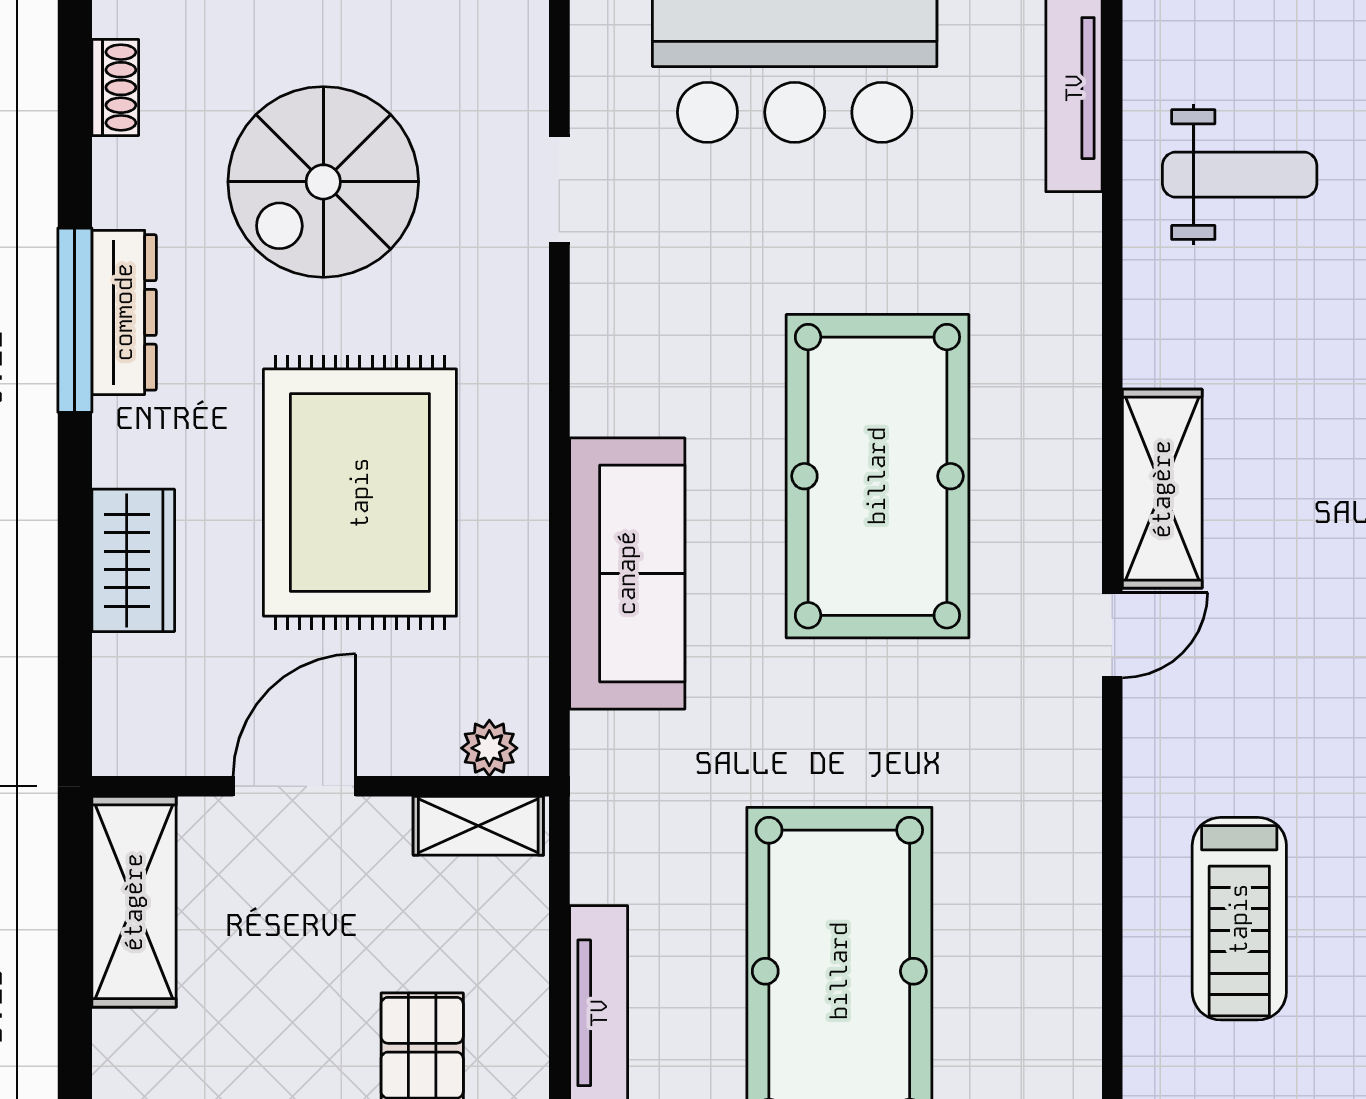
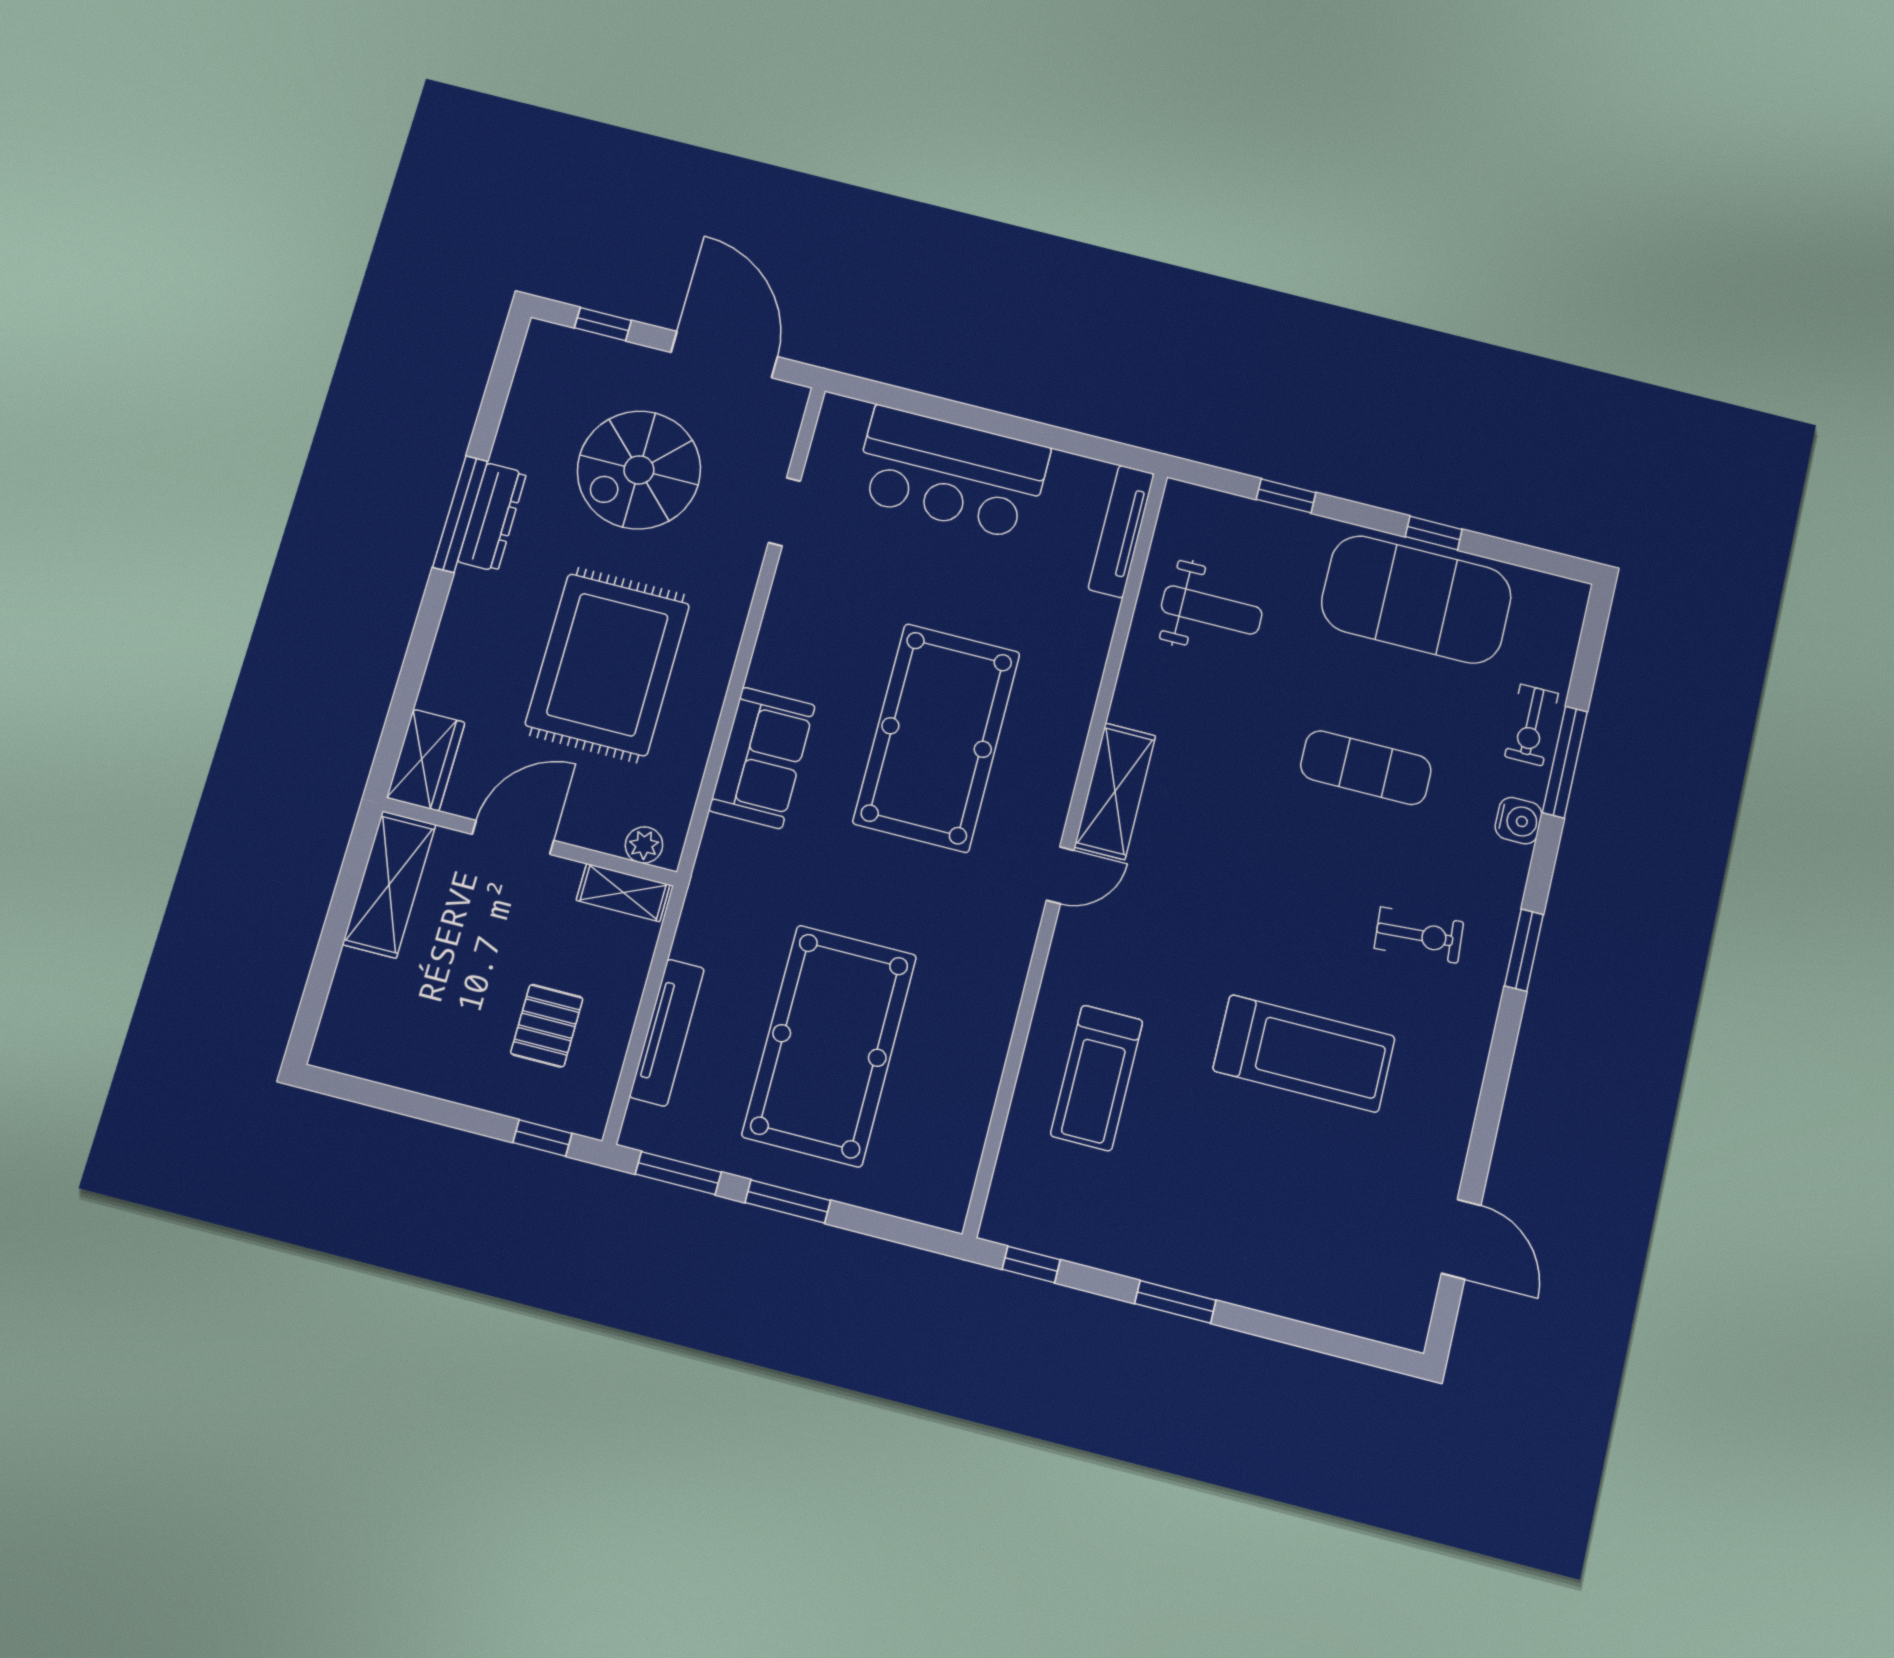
shoe rack: (115, 87) -> (527, 381), removed
wardrobe: (133, 560) -> (426, 760), moved
sofa: (627, 573) -> (762, 758), width x0.73

